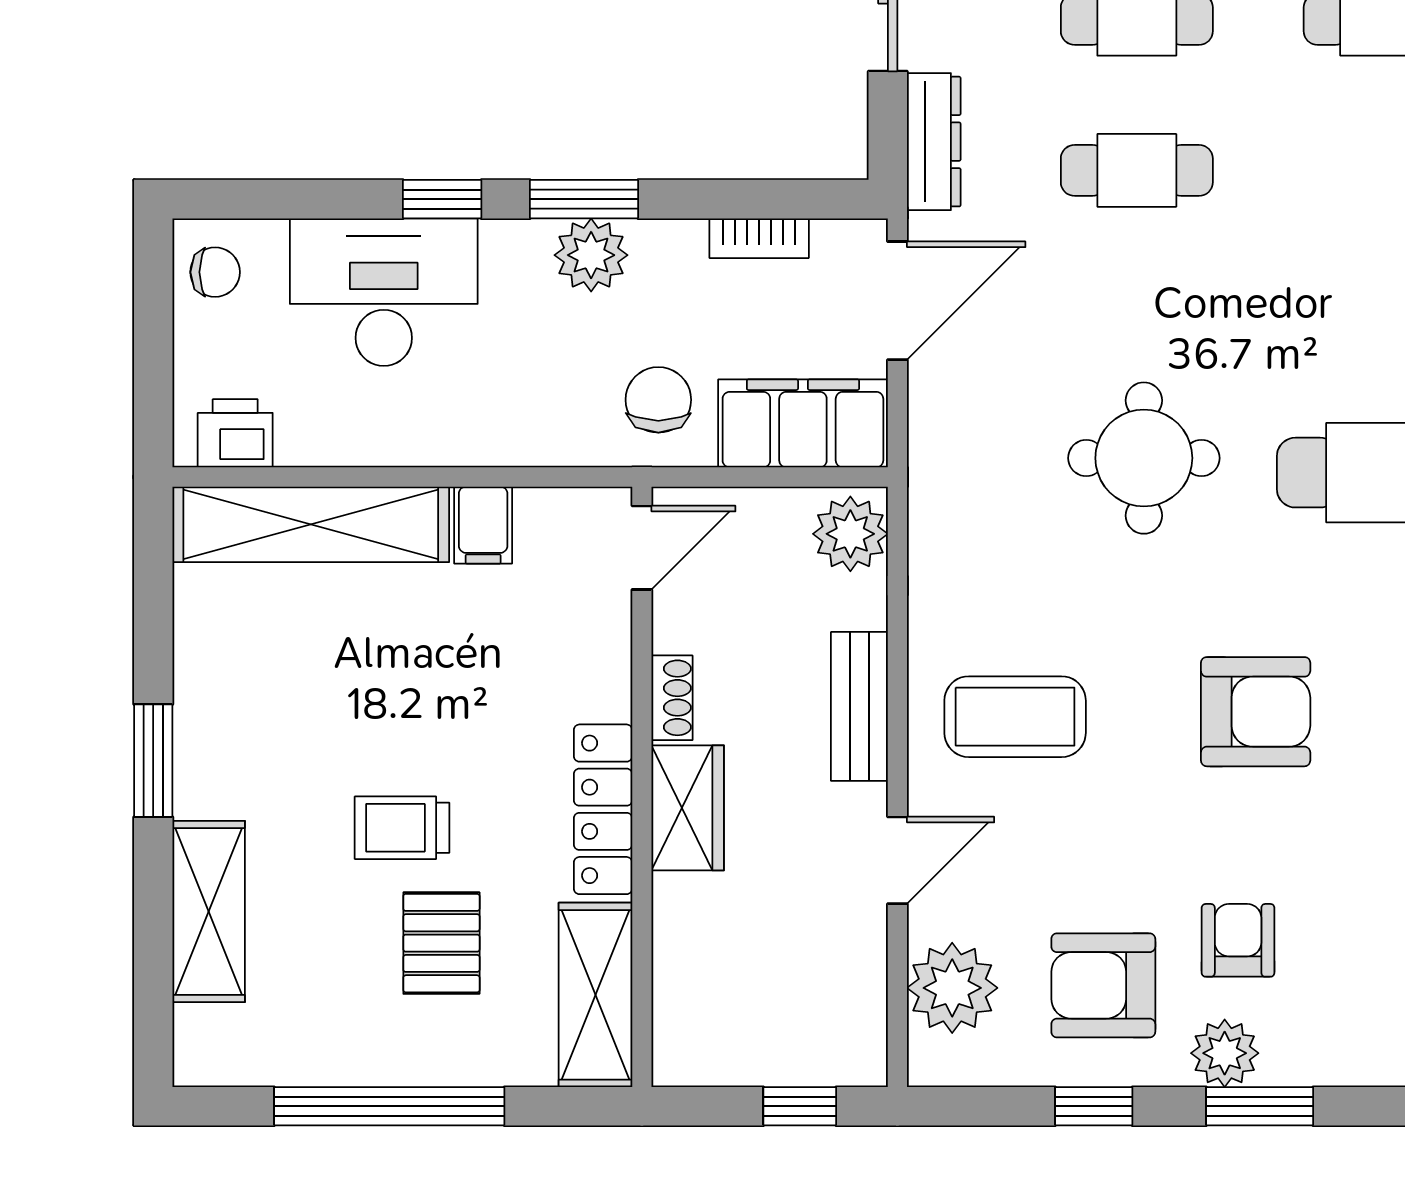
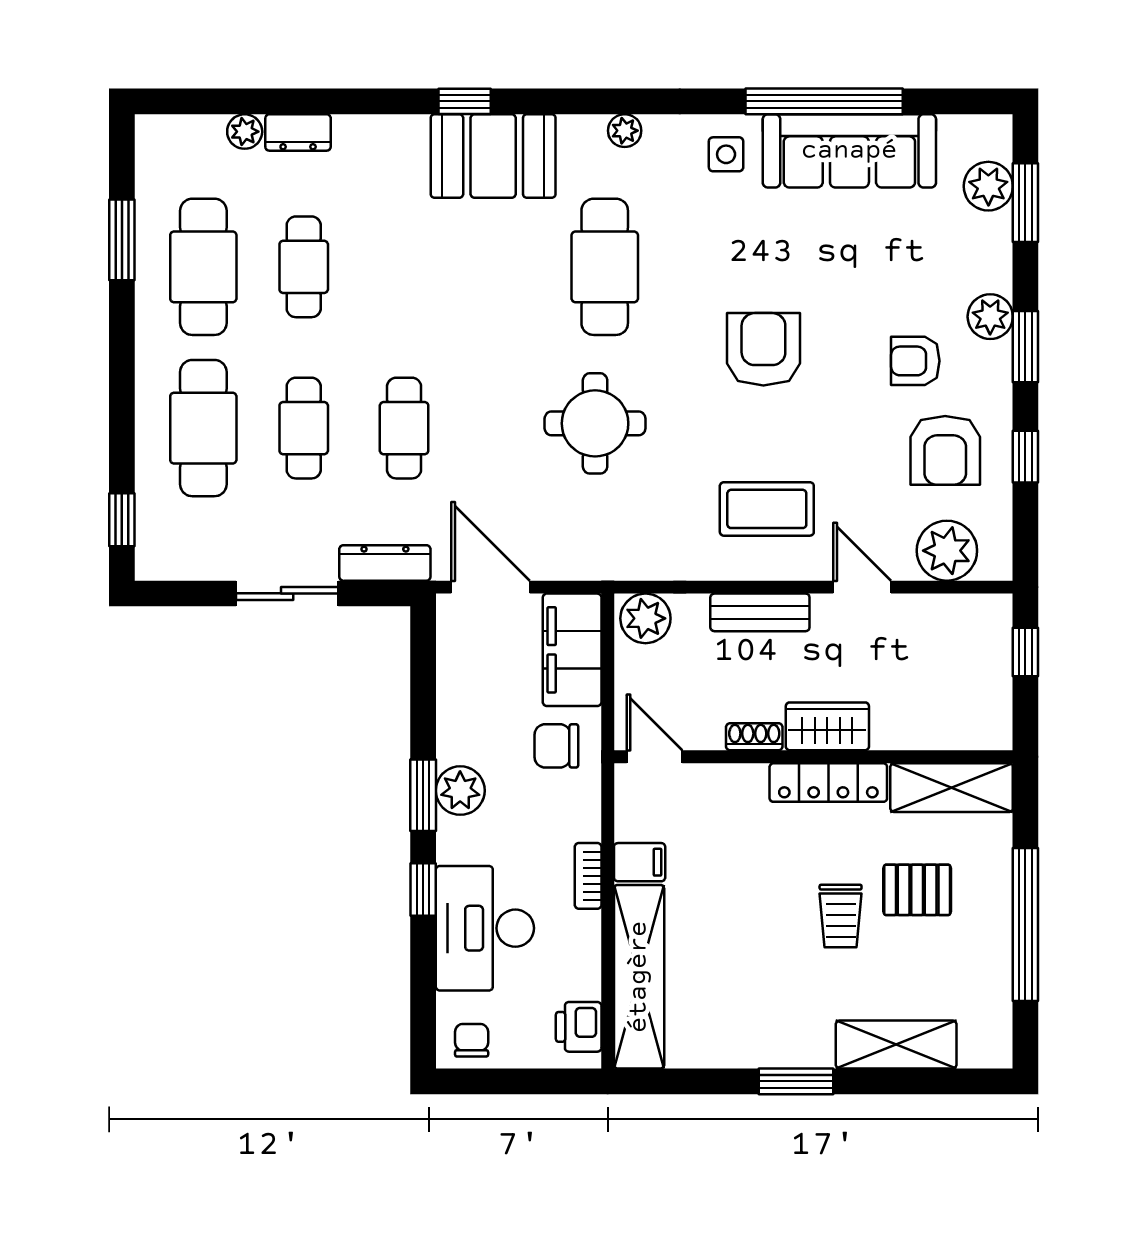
bookcase: (759, 238) -> (588, 876), moved, turned 180
coffee table: (1015, 717) -> (767, 509), turned 90
plant: (1225, 1053) -> (990, 317), moved

